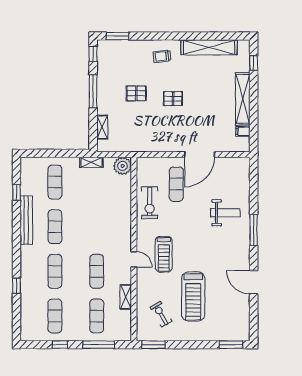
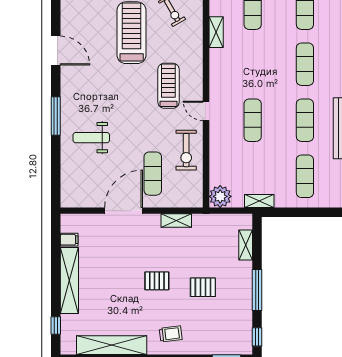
shelving: (158, 147) -> (176, 221), added
exercise bike: (150, 203) -> (186, 150), turned 180
door: (134, 259) -> (206, 111), moved
exercise mat: (97, 271) -> (253, 120), moved

